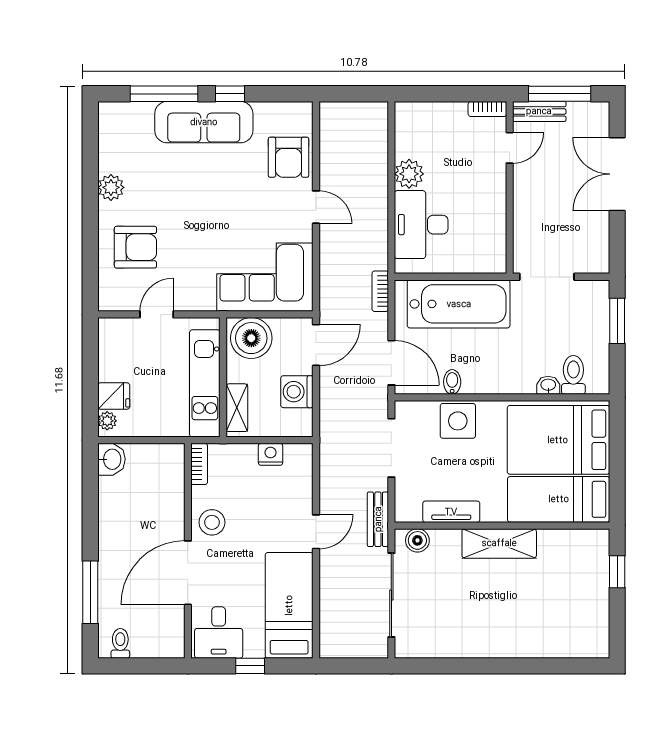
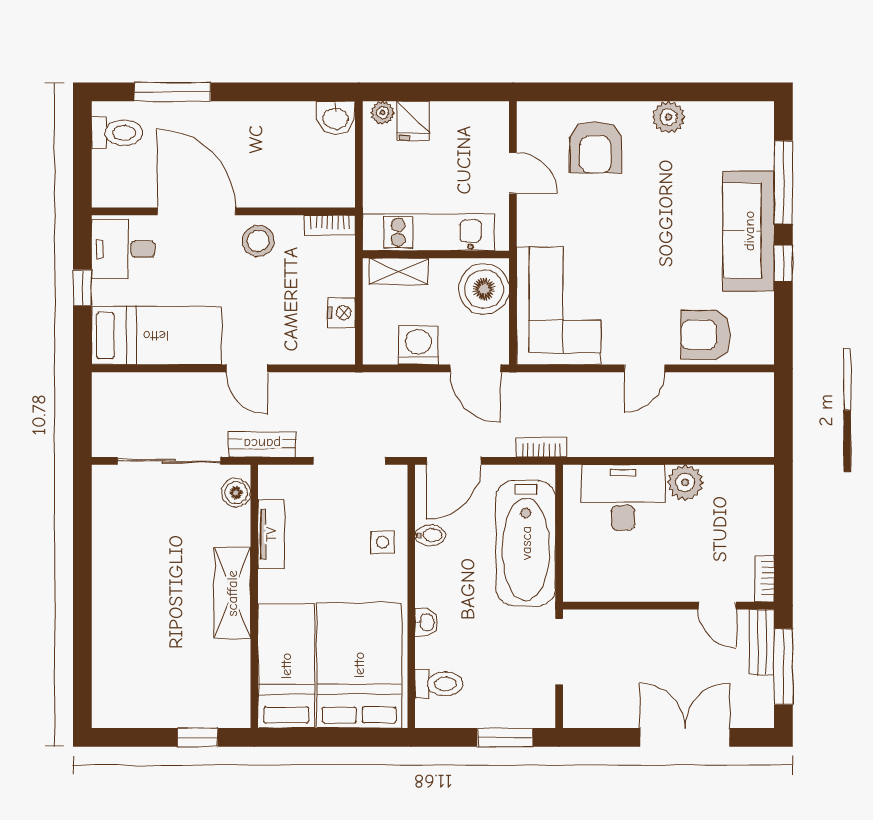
washbasin: (548, 385) -> (426, 622), moved
side table: (458, 421) -> (382, 542), width x0.54, depth x0.54
toilet: (120, 643) -> (117, 133), width x1.37, depth x1.39

